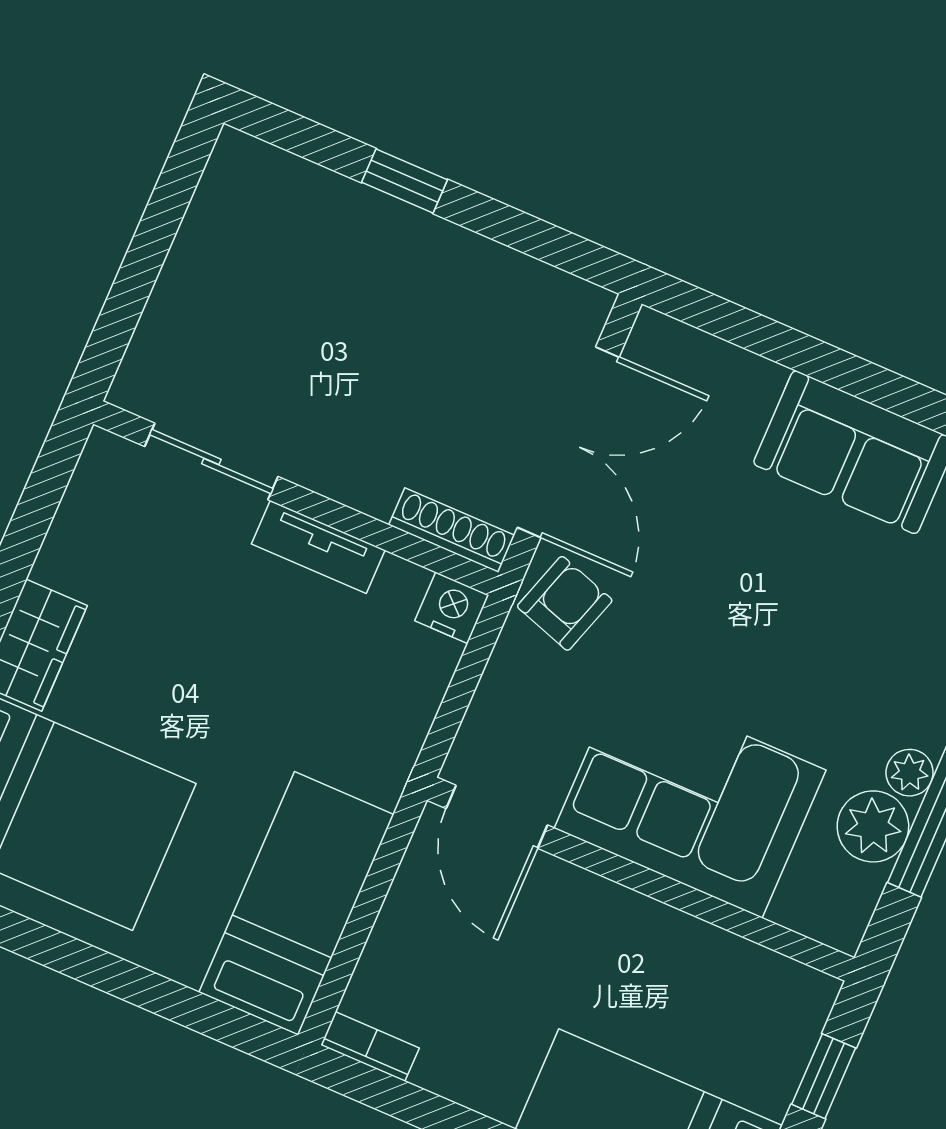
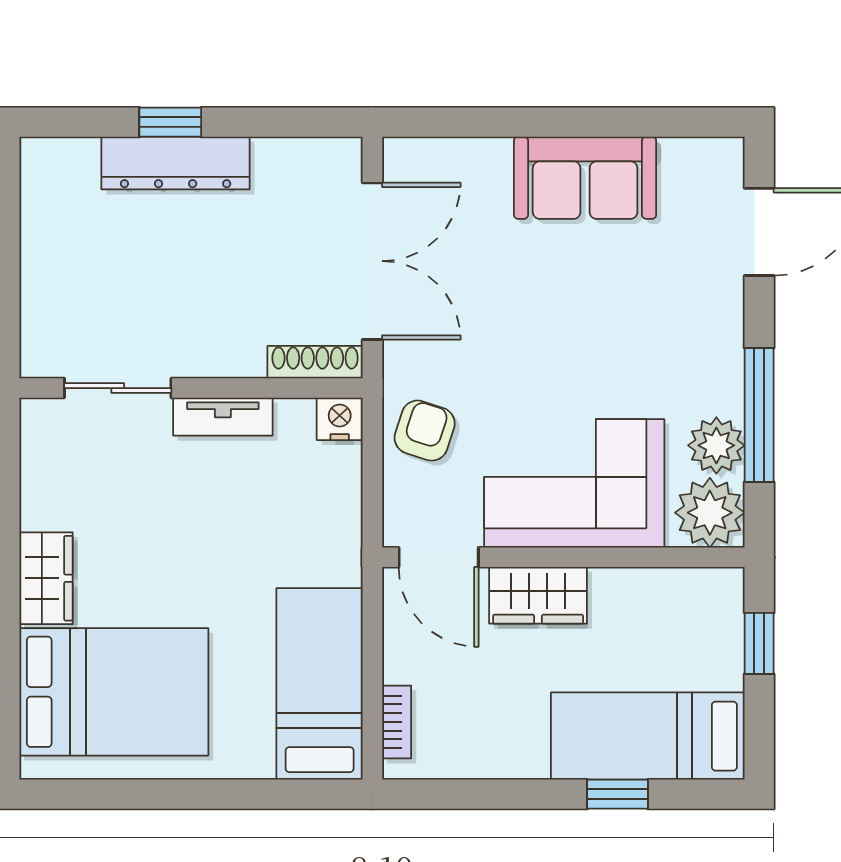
dresser: (390, 231) -> (176, 163), added
armchair: (565, 603) -> (425, 431), moved
plant: (910, 773) -> (710, 513), moved, width x1.87, depth x1.87
wardrobe: (593, 910) -> (538, 595), added
bookcase: (370, 1046) -> (397, 722), moved, turned 90

